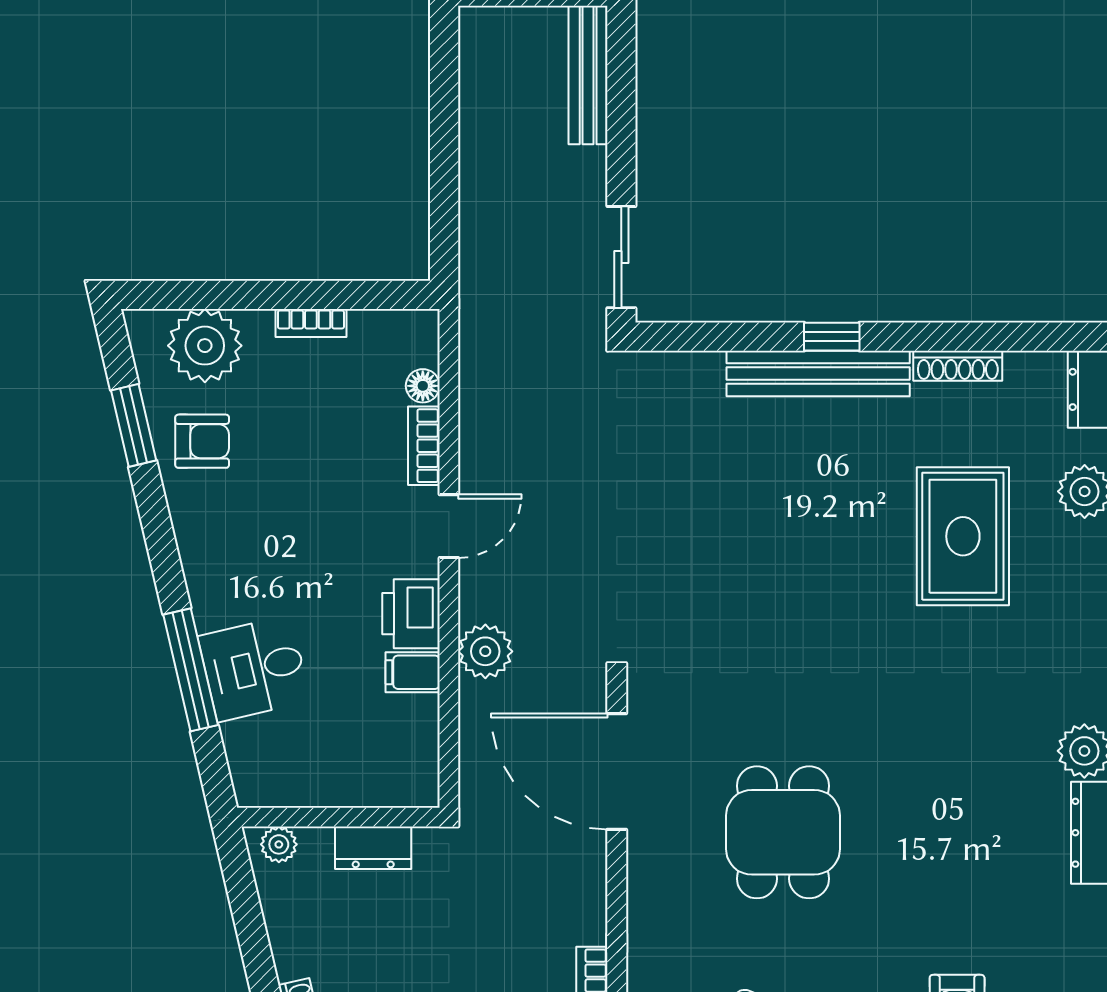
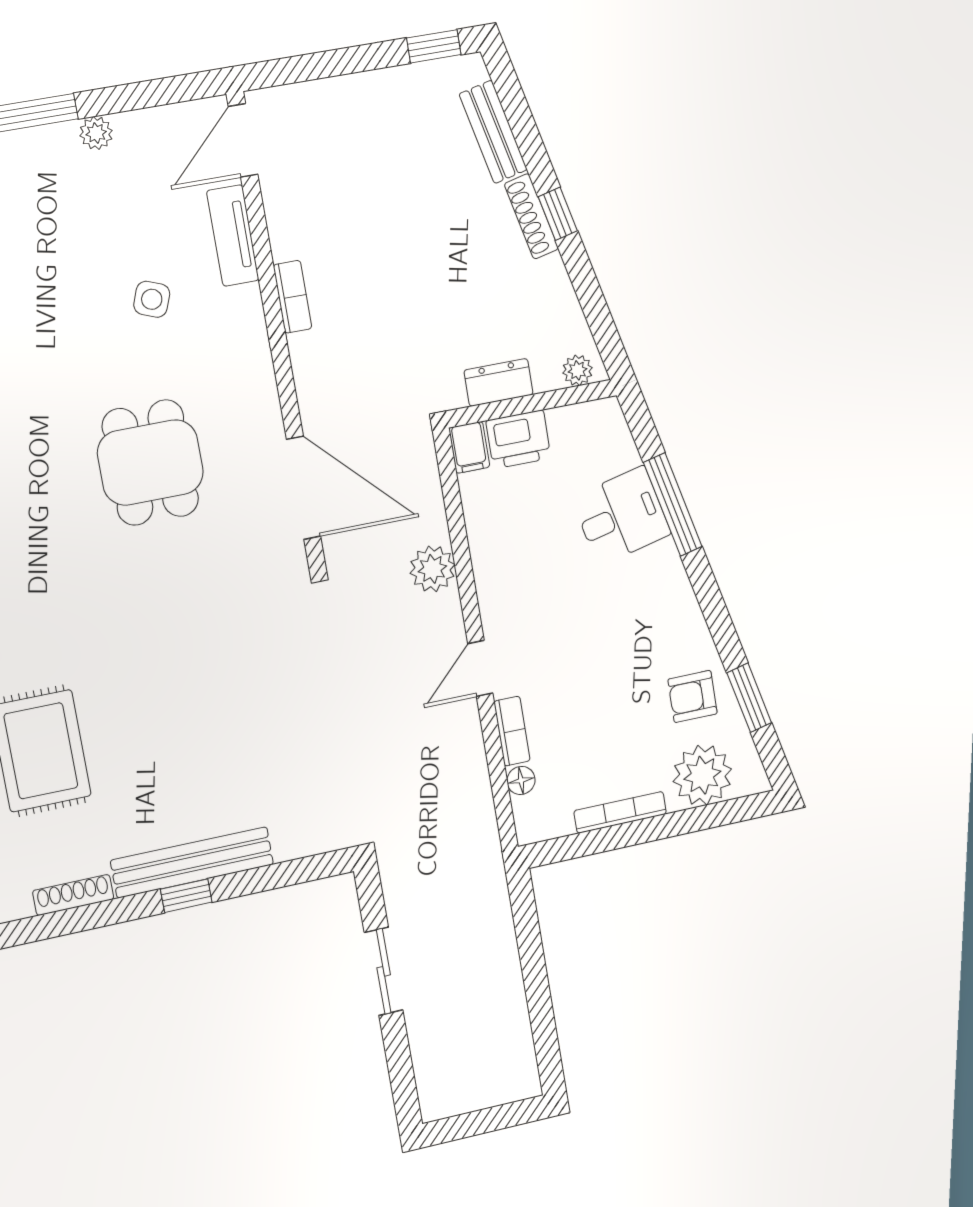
bench: (588, 75) -> (428, 1065), removed
sliding door: (621, 257) -> (384, 971), moved
bookcase: (311, 323) -> (620, 812), width x1.56
printer: (411, 614) -> (518, 439), moved, turned 90
filing cabinet: (413, 672) -> (469, 447), moved, turned 90

